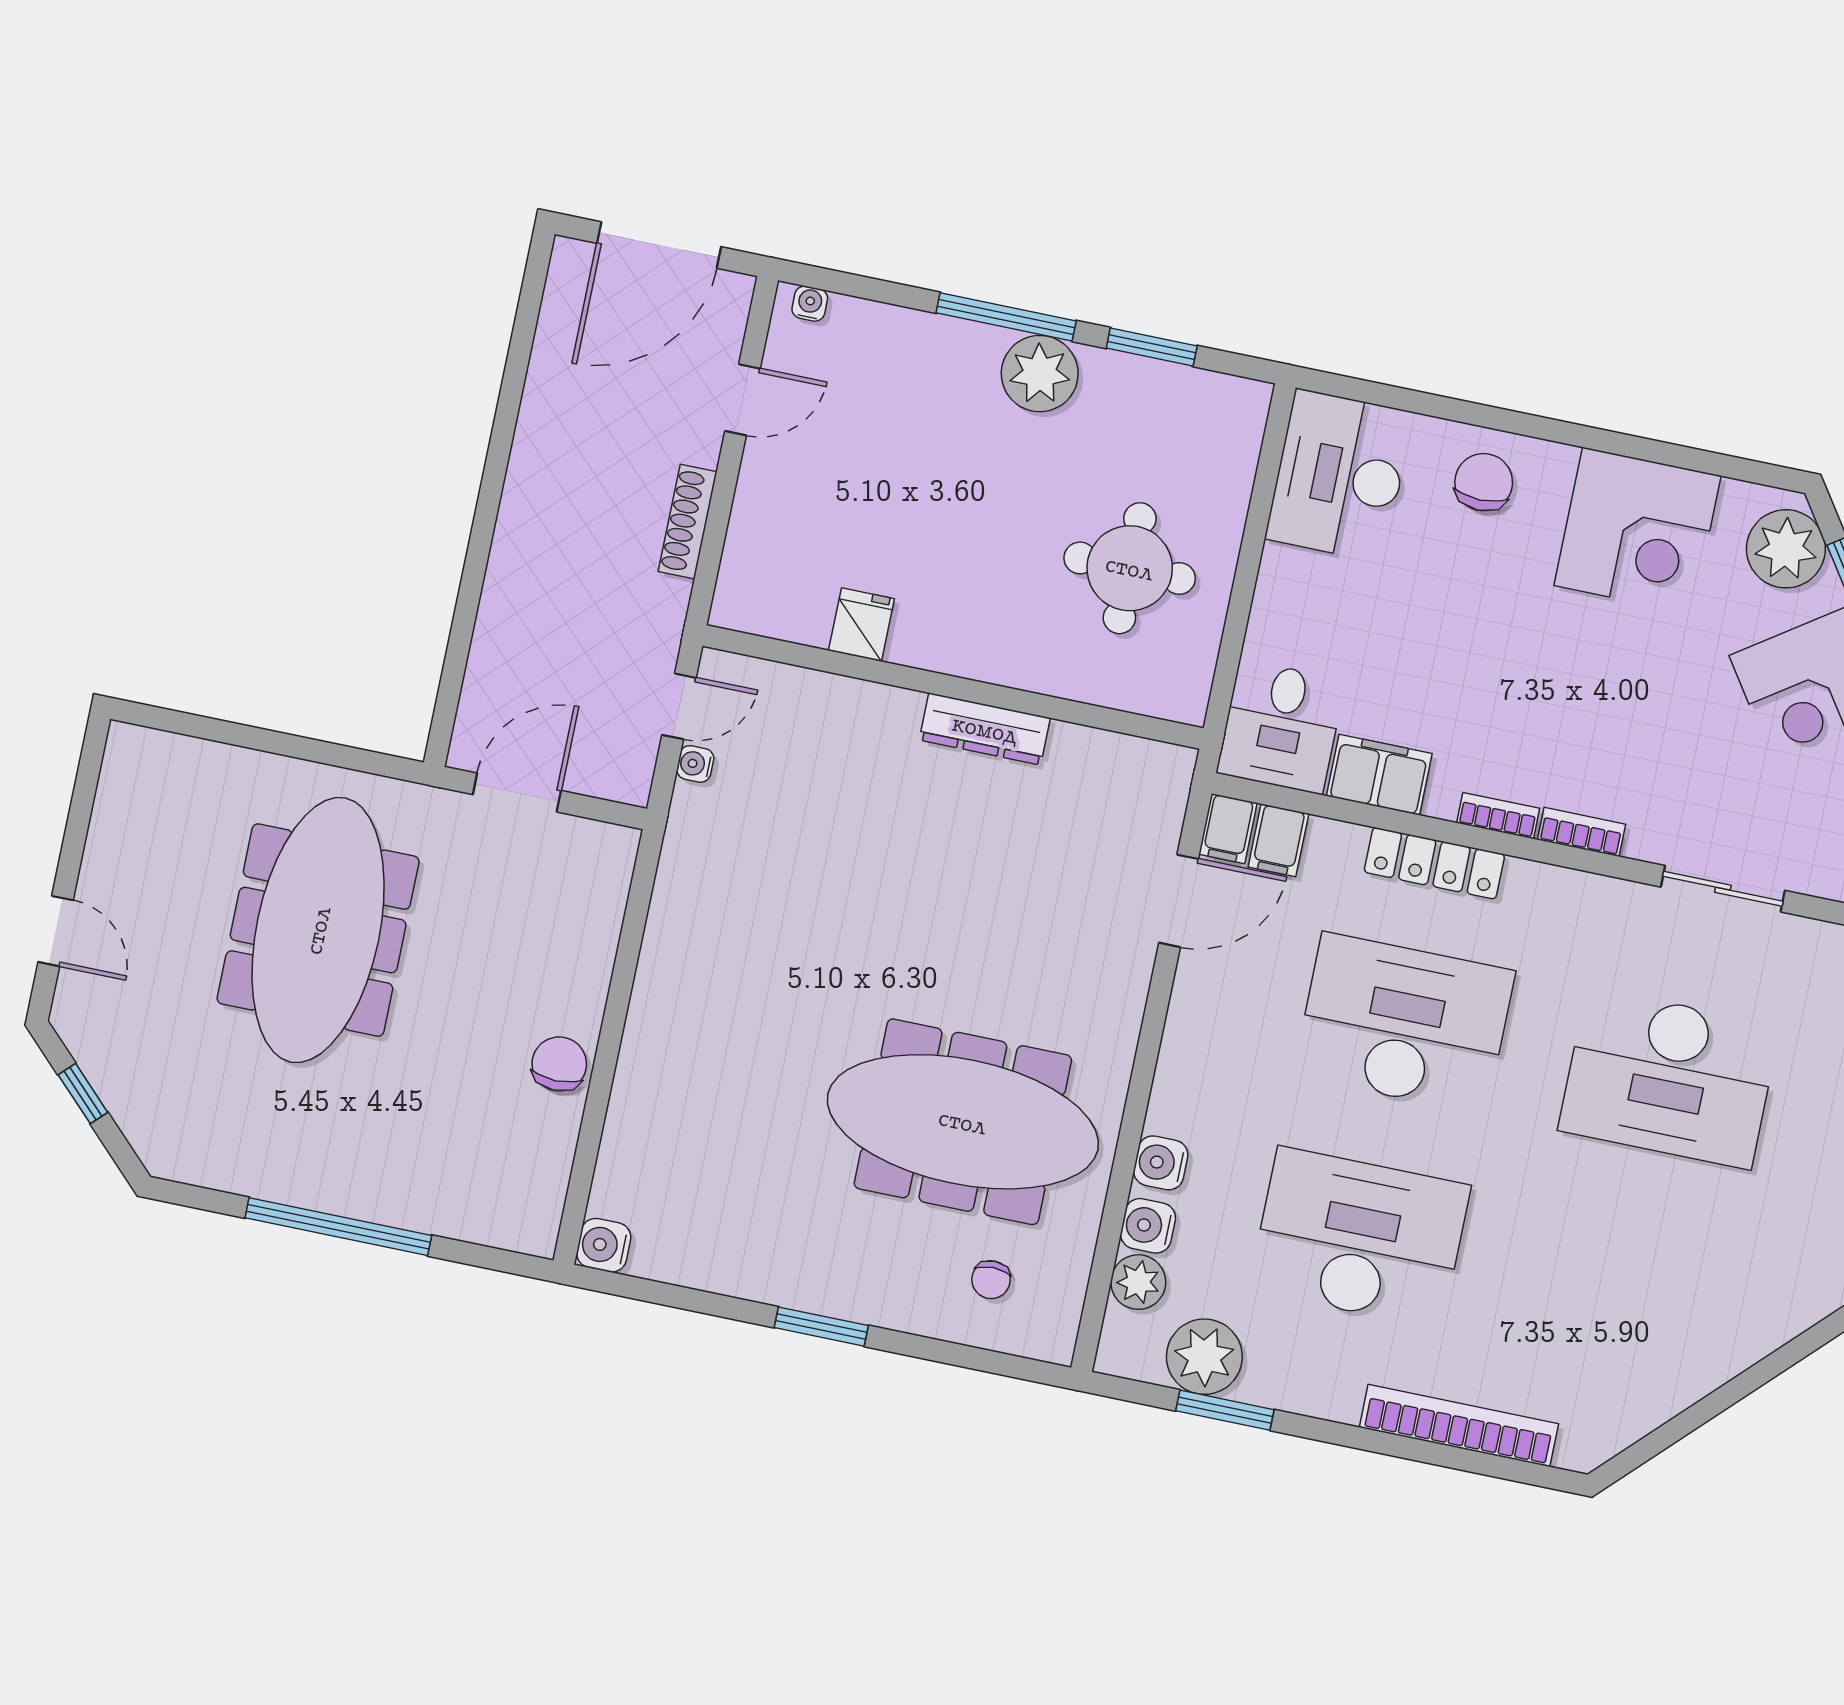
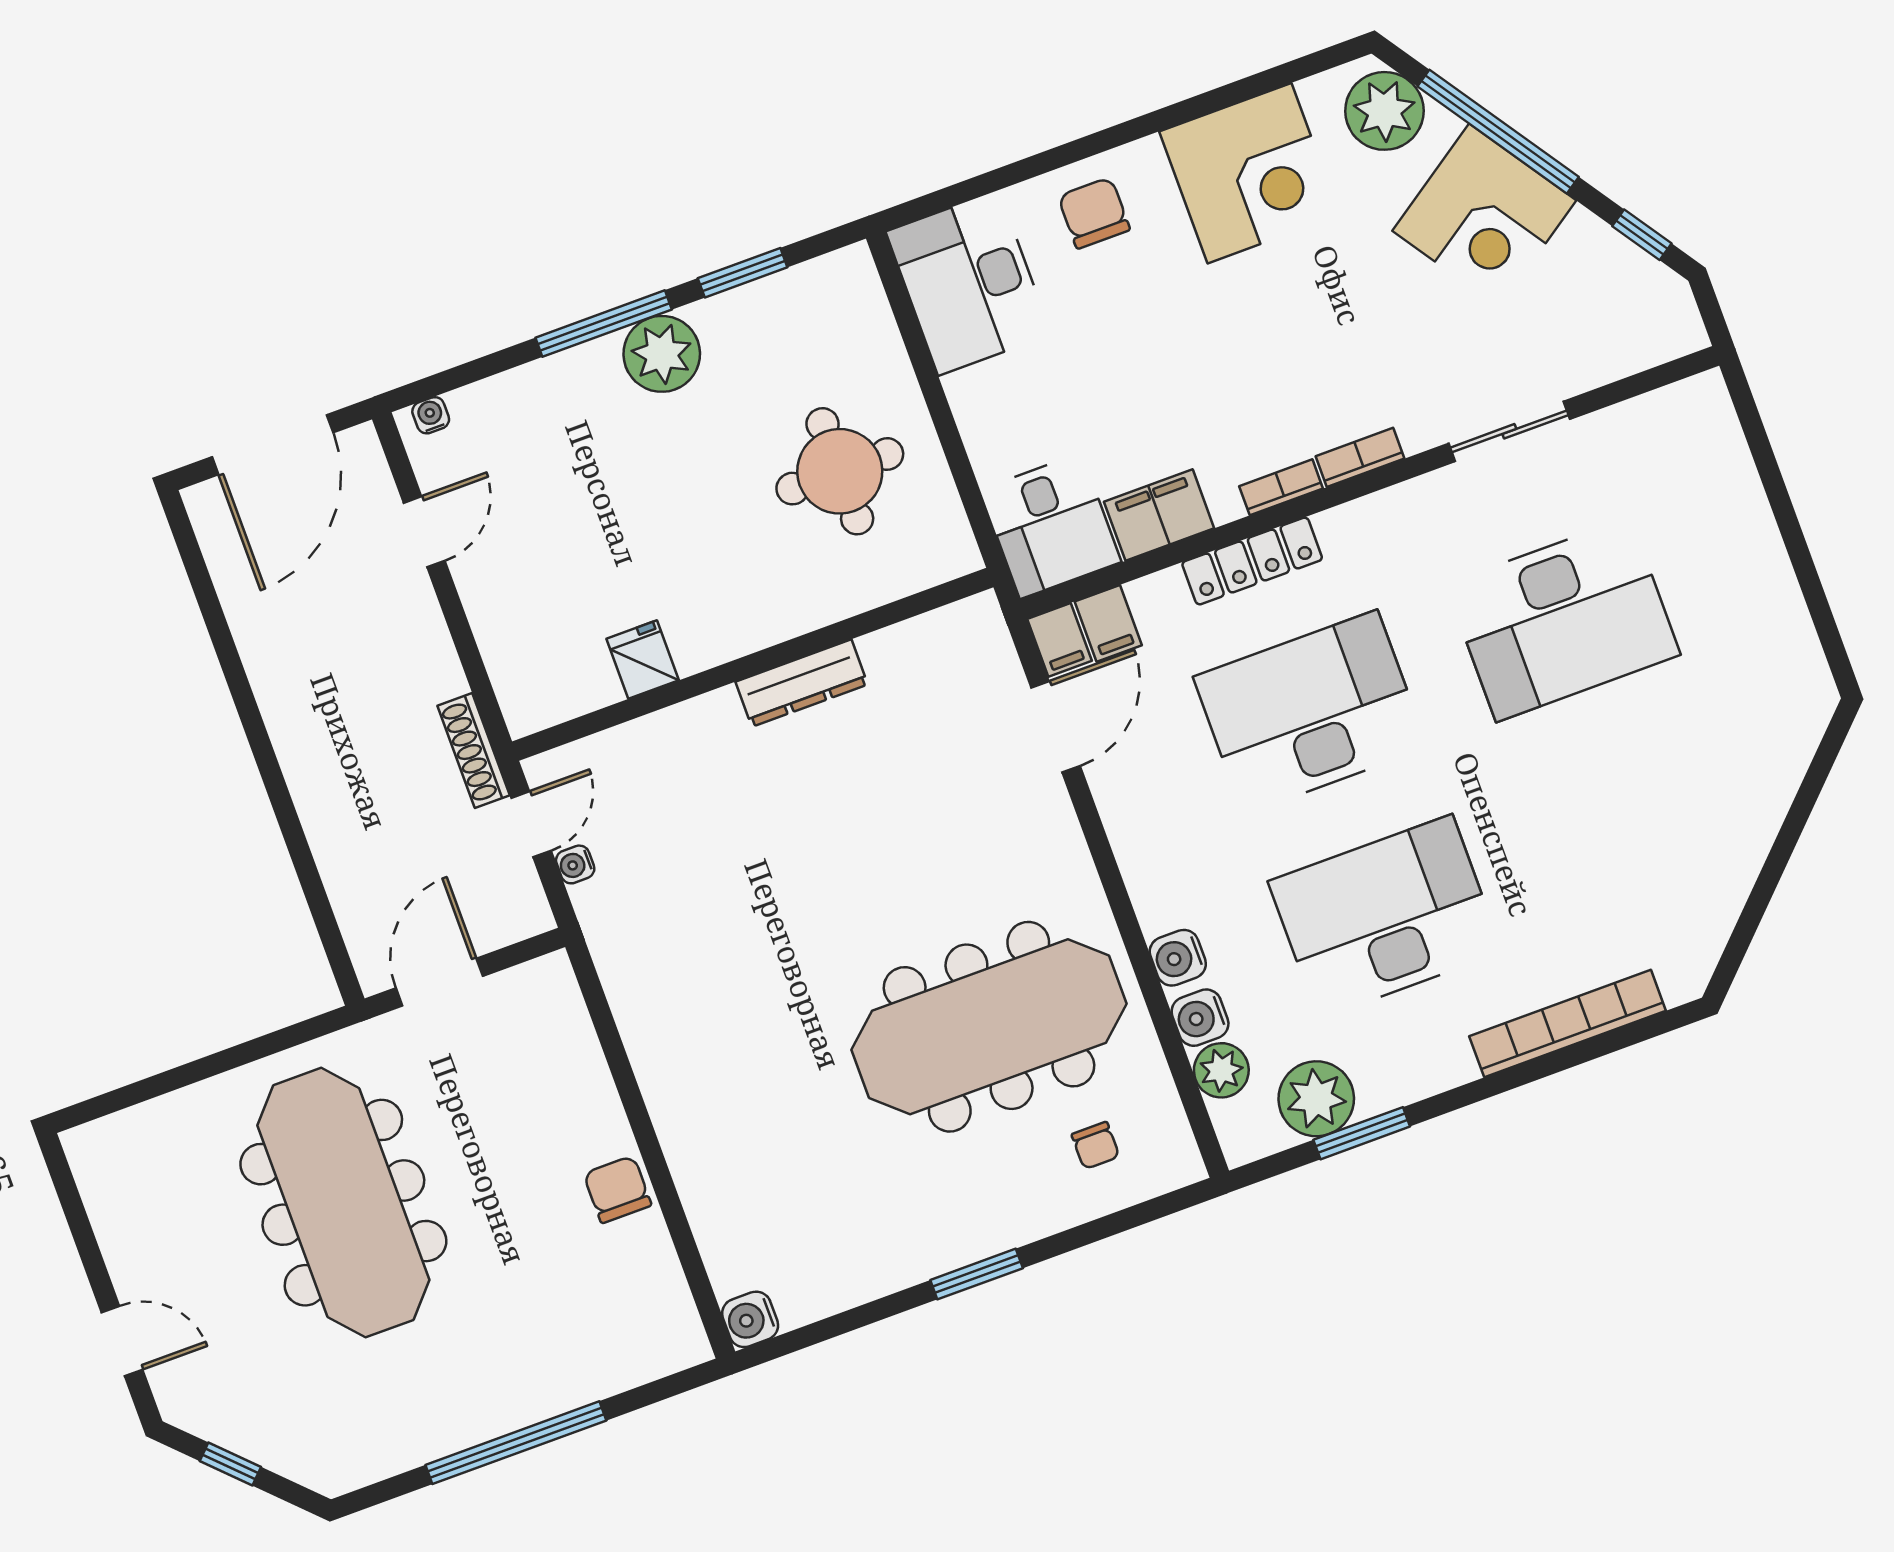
shoe rack: (688, 522) -> (474, 751), moved

